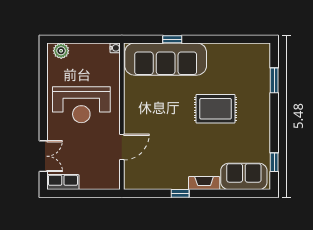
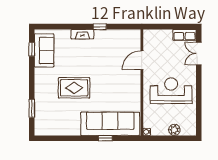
plant: (61, 51) -> (174, 130), moved
sofa: (244, 176) -> (44, 50), moved, turned -90

